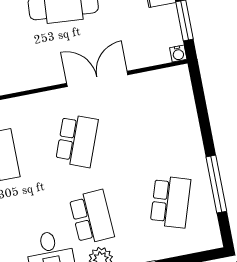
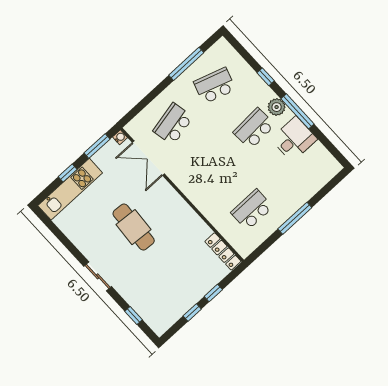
double door: (97, 79) -> (148, 158), moved
school desk: (77, 141) -> (173, 124), moved, turned -33

